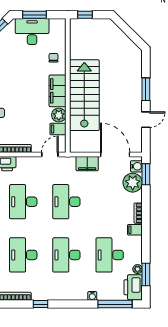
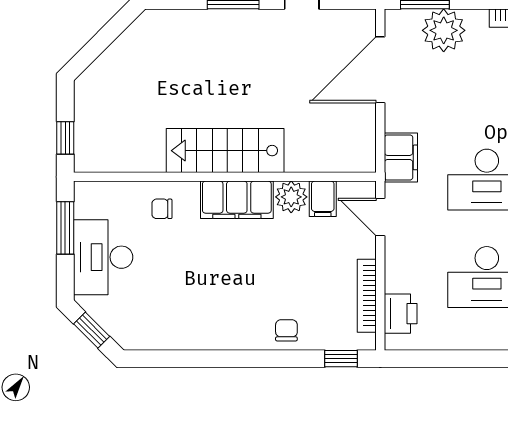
window: (35, 15) -> (65, 228), moved
stairs: (84, 95) -> (225, 151), width x0.73, depth x0.66
filing cabinet: (87, 164) -> (401, 157), moved
water cooler: (136, 166) -> (407, 22), removed

